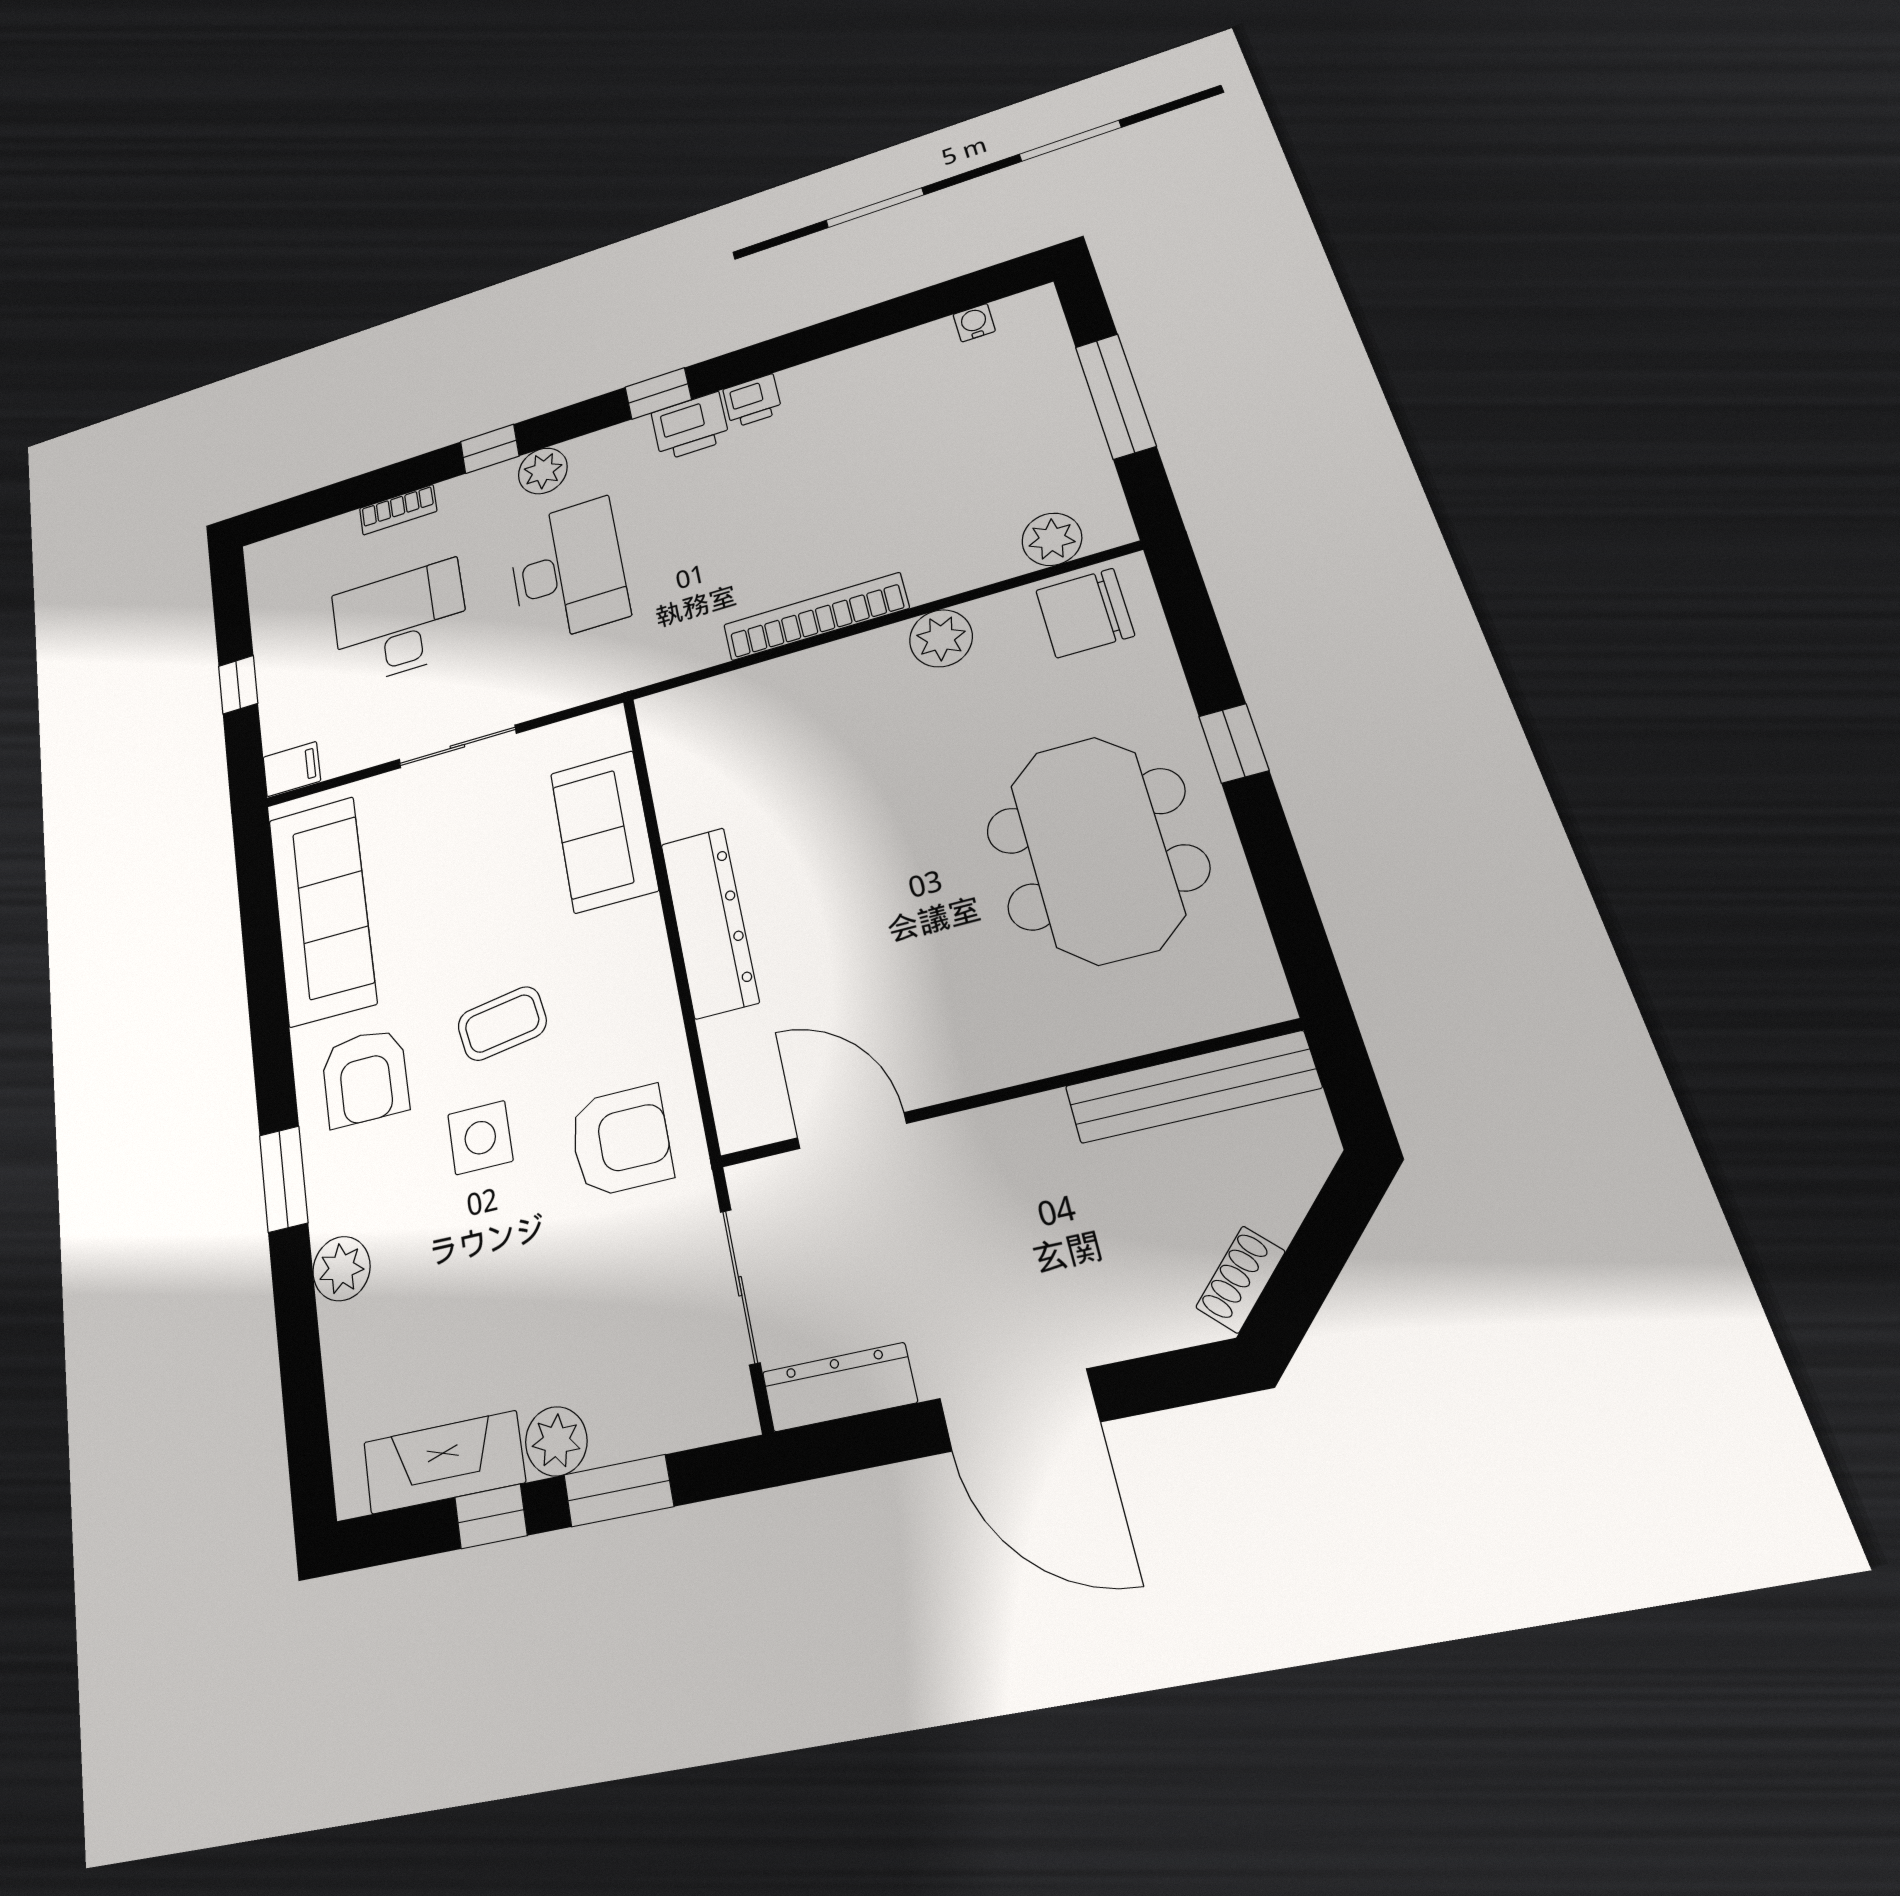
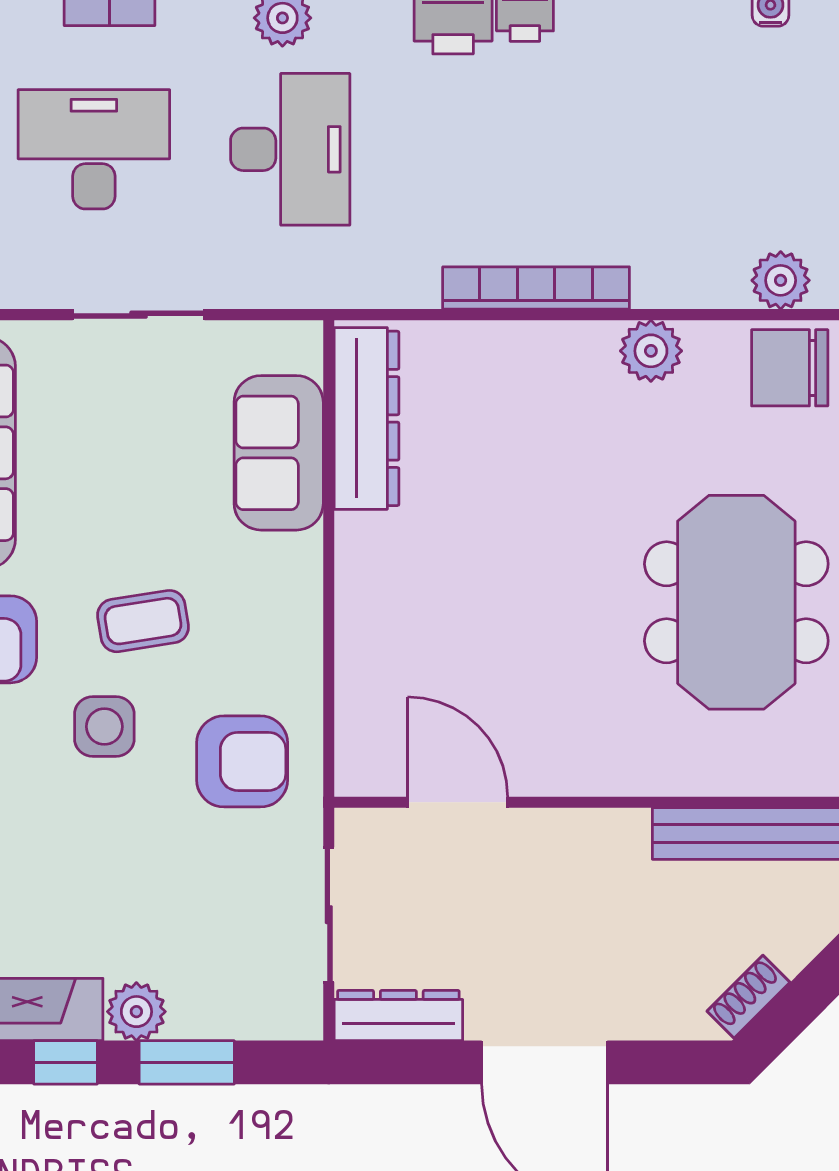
dresser: (709, 922) -> (367, 418), moved

